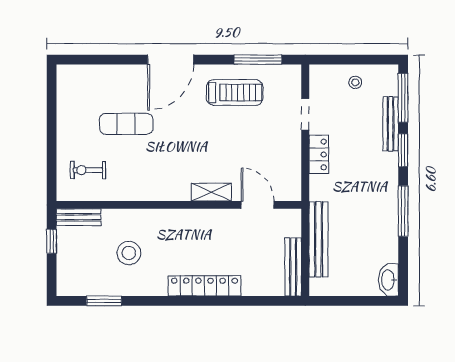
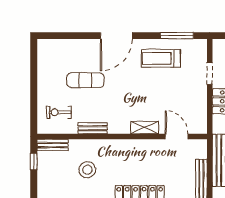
treadmill: (235, 92) -> (161, 58), turned 180
bench: (136, 193) -> (92, 128), added

